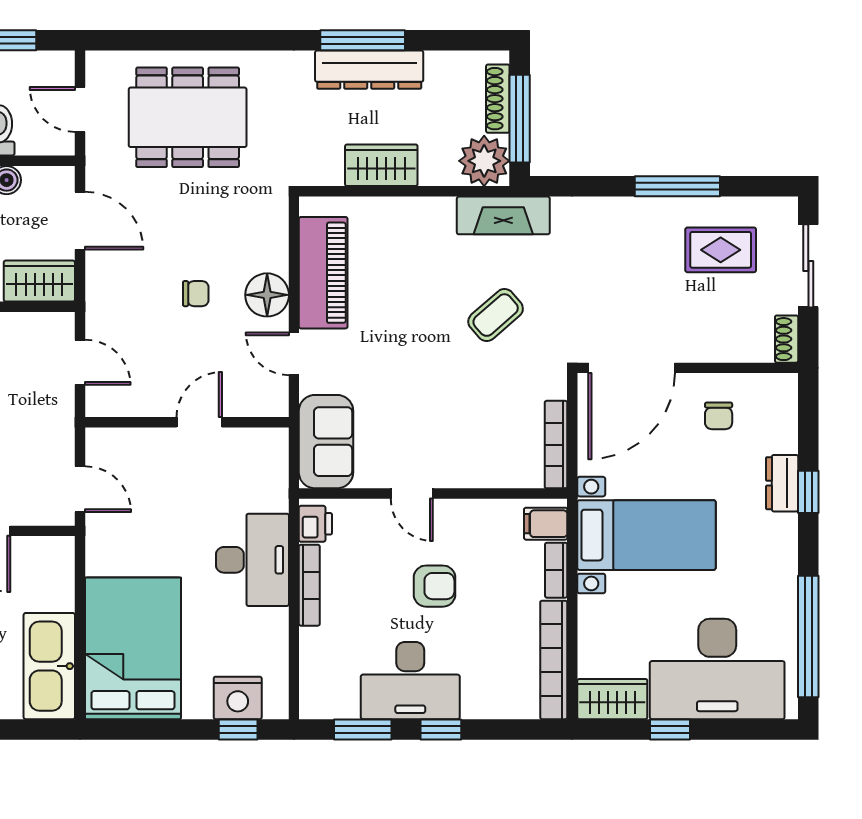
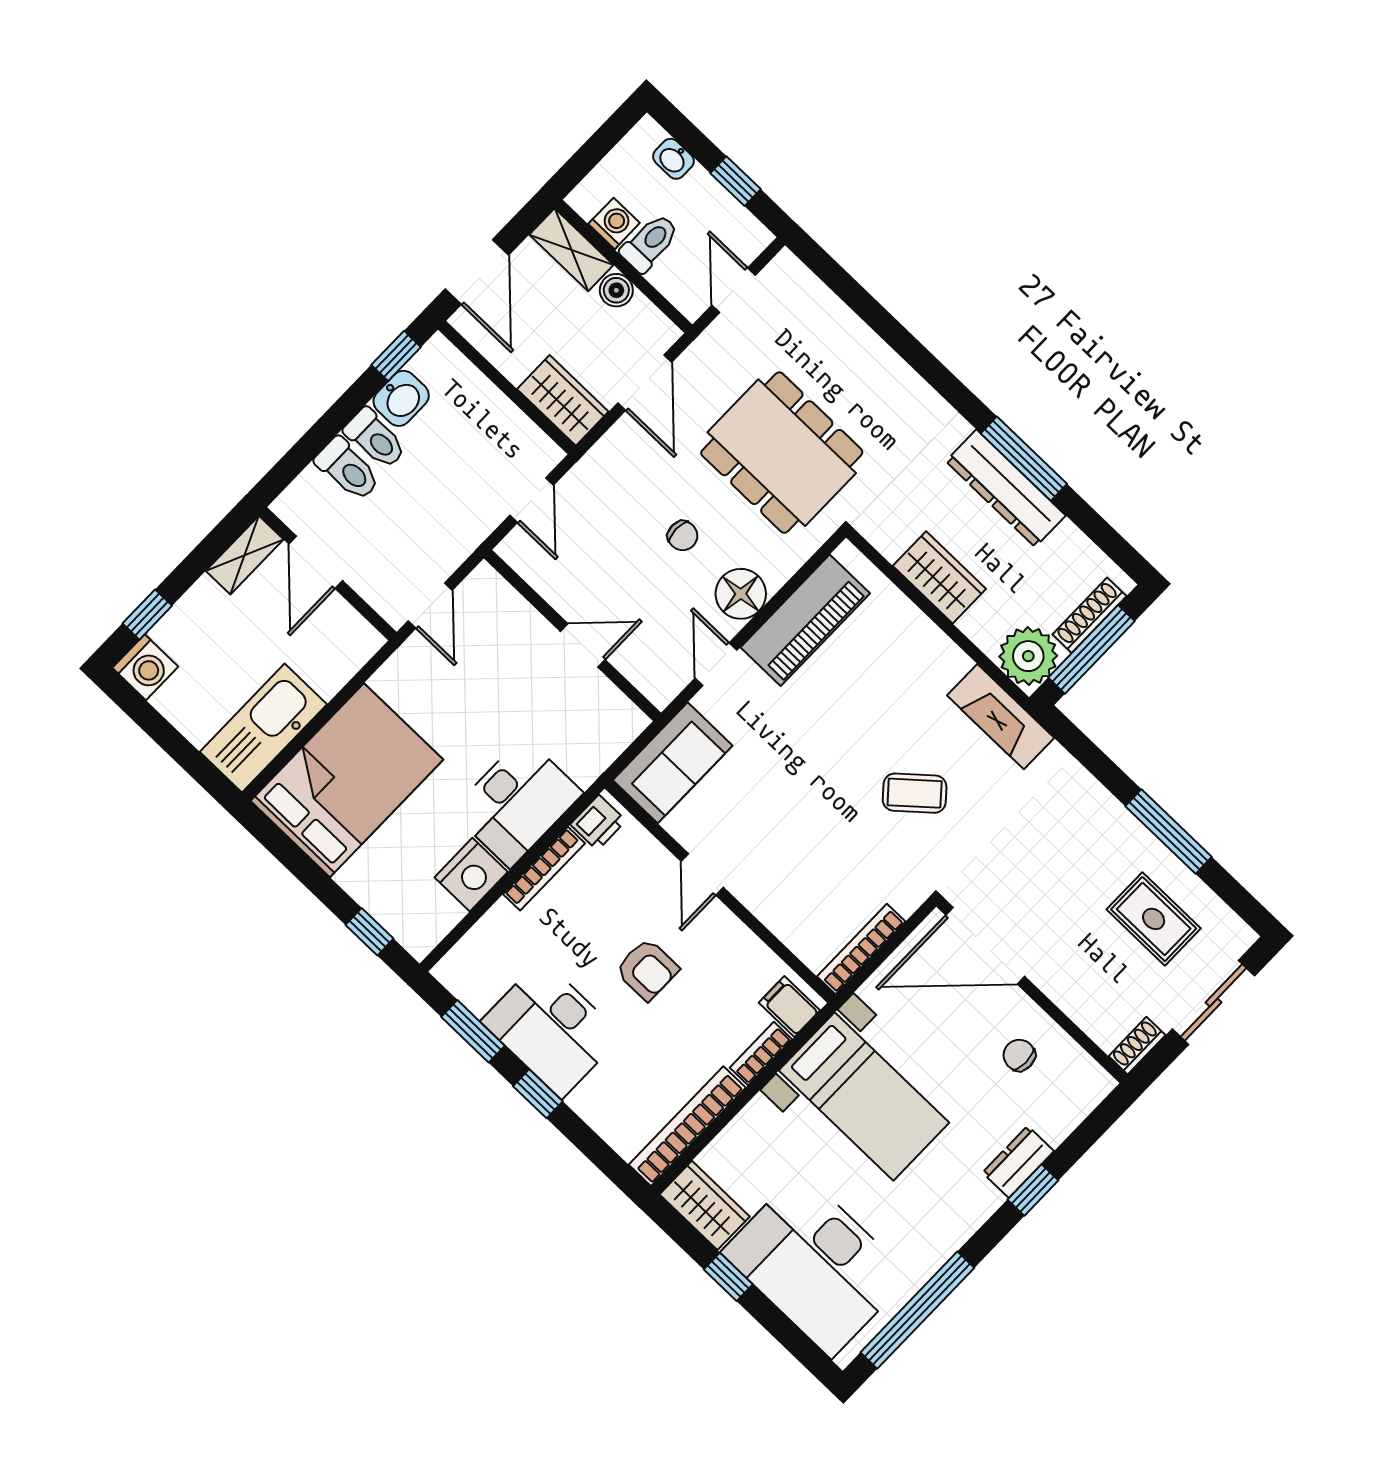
dining table: (188, 117) -> (782, 453), moved
chair: (719, 416) -> (1019, 1055), turned 90
nightstand: (238, 698) -> (471, 875), moved, turned -90

